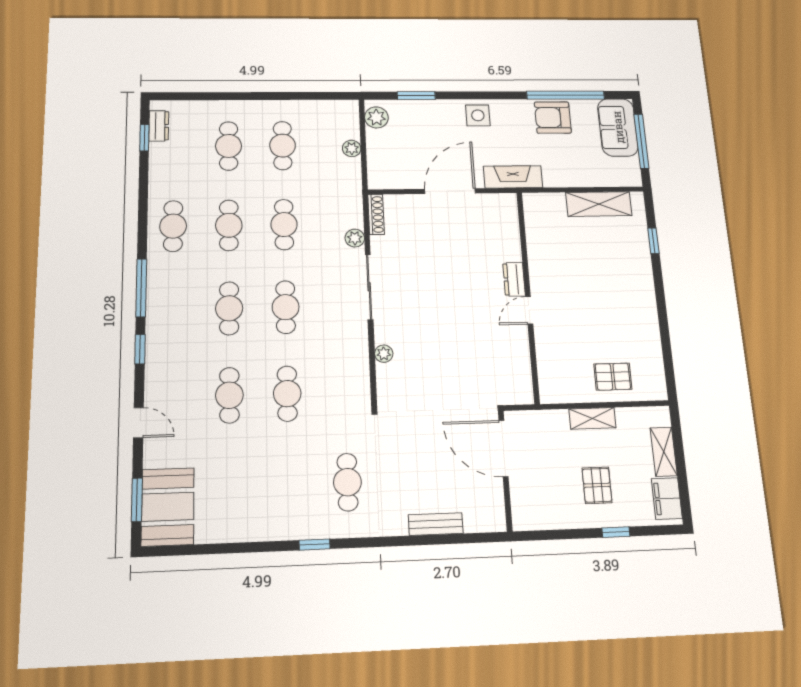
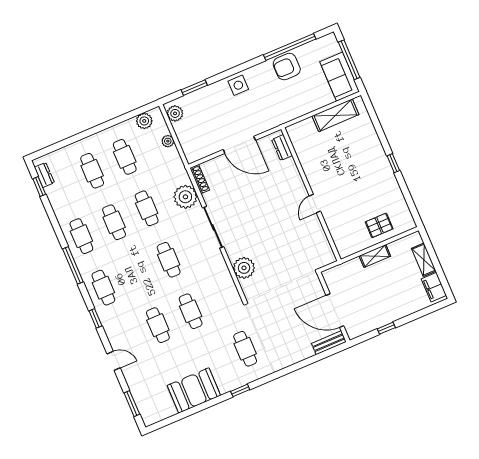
plant: (330, 111) -> (144, 121), added
sofa: (618, 127) -> (340, 77), moved
fireplace: (513, 177) -> (275, 119), removed
door: (450, 191) -> (239, 145), swing flipped
plant: (355, 238) -> (185, 197), width x1.87, depth x1.87
window: (653, 241) -> (393, 163), moved
dresser: (514, 279) -> (282, 148), moved
window: (141, 288) -> (73, 265), moved
cafe table: (229, 308) -> (103, 288), moved
plant: (384, 354) -> (244, 268), width x1.88, depth x1.88
door: (504, 448) -> (335, 311), moved
pallet: (597, 485) -> (390, 295), removed
booth: (168, 507) -> (194, 390), moved, turned 90
bench: (436, 524) -> (329, 343), moved
window: (616, 532) -> (386, 328), moved

